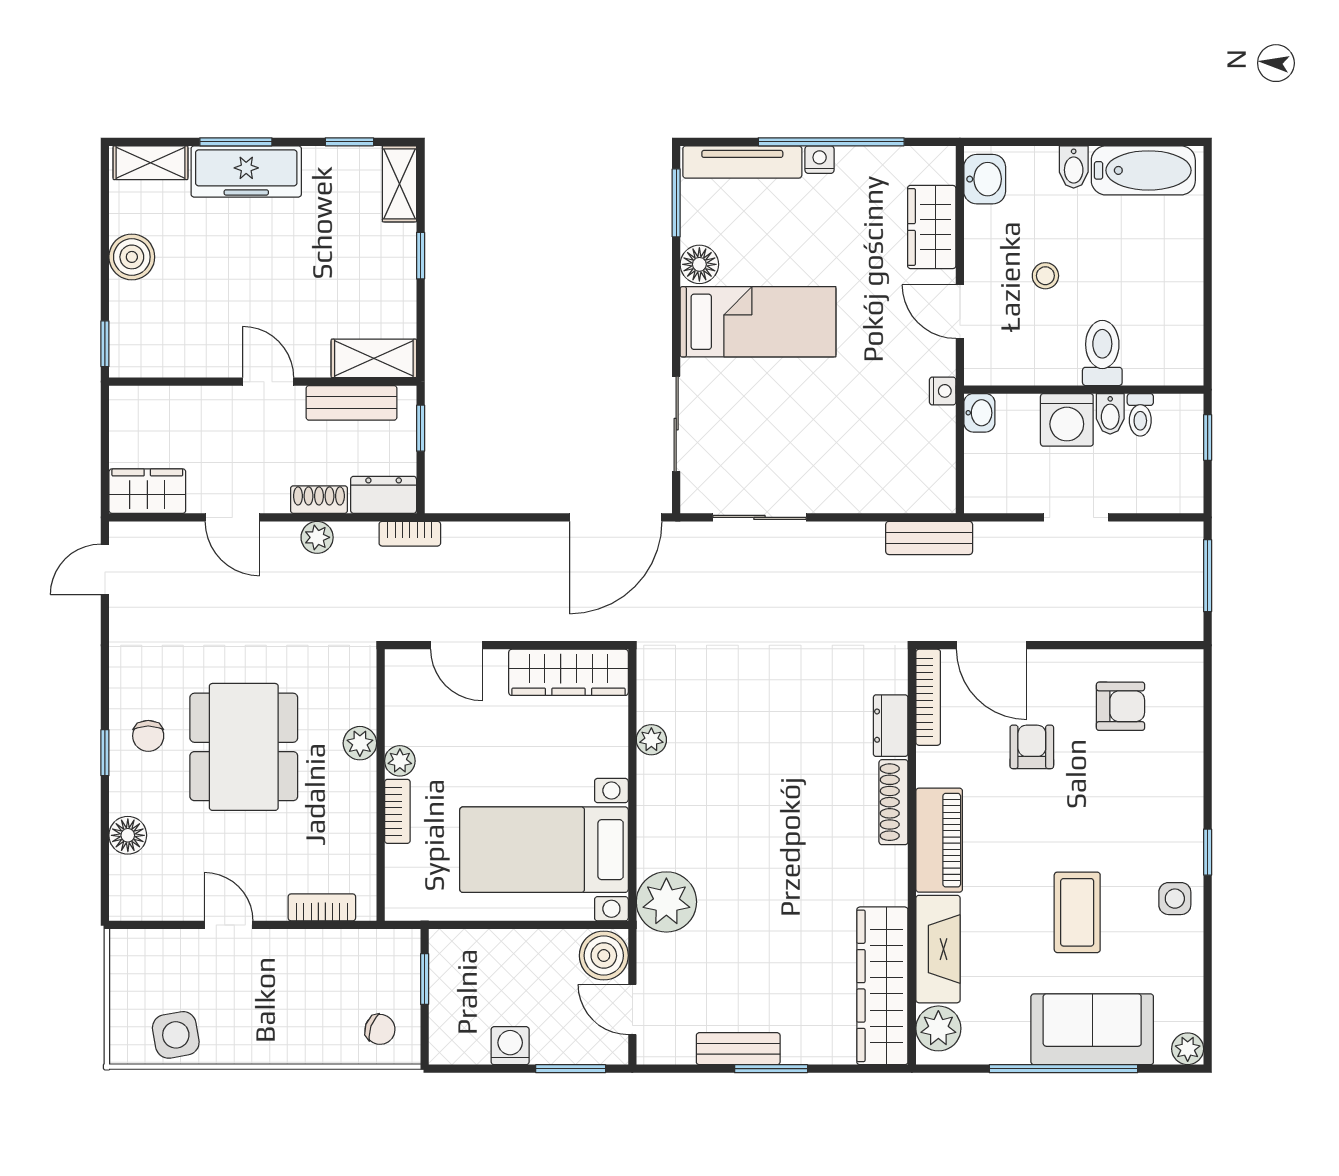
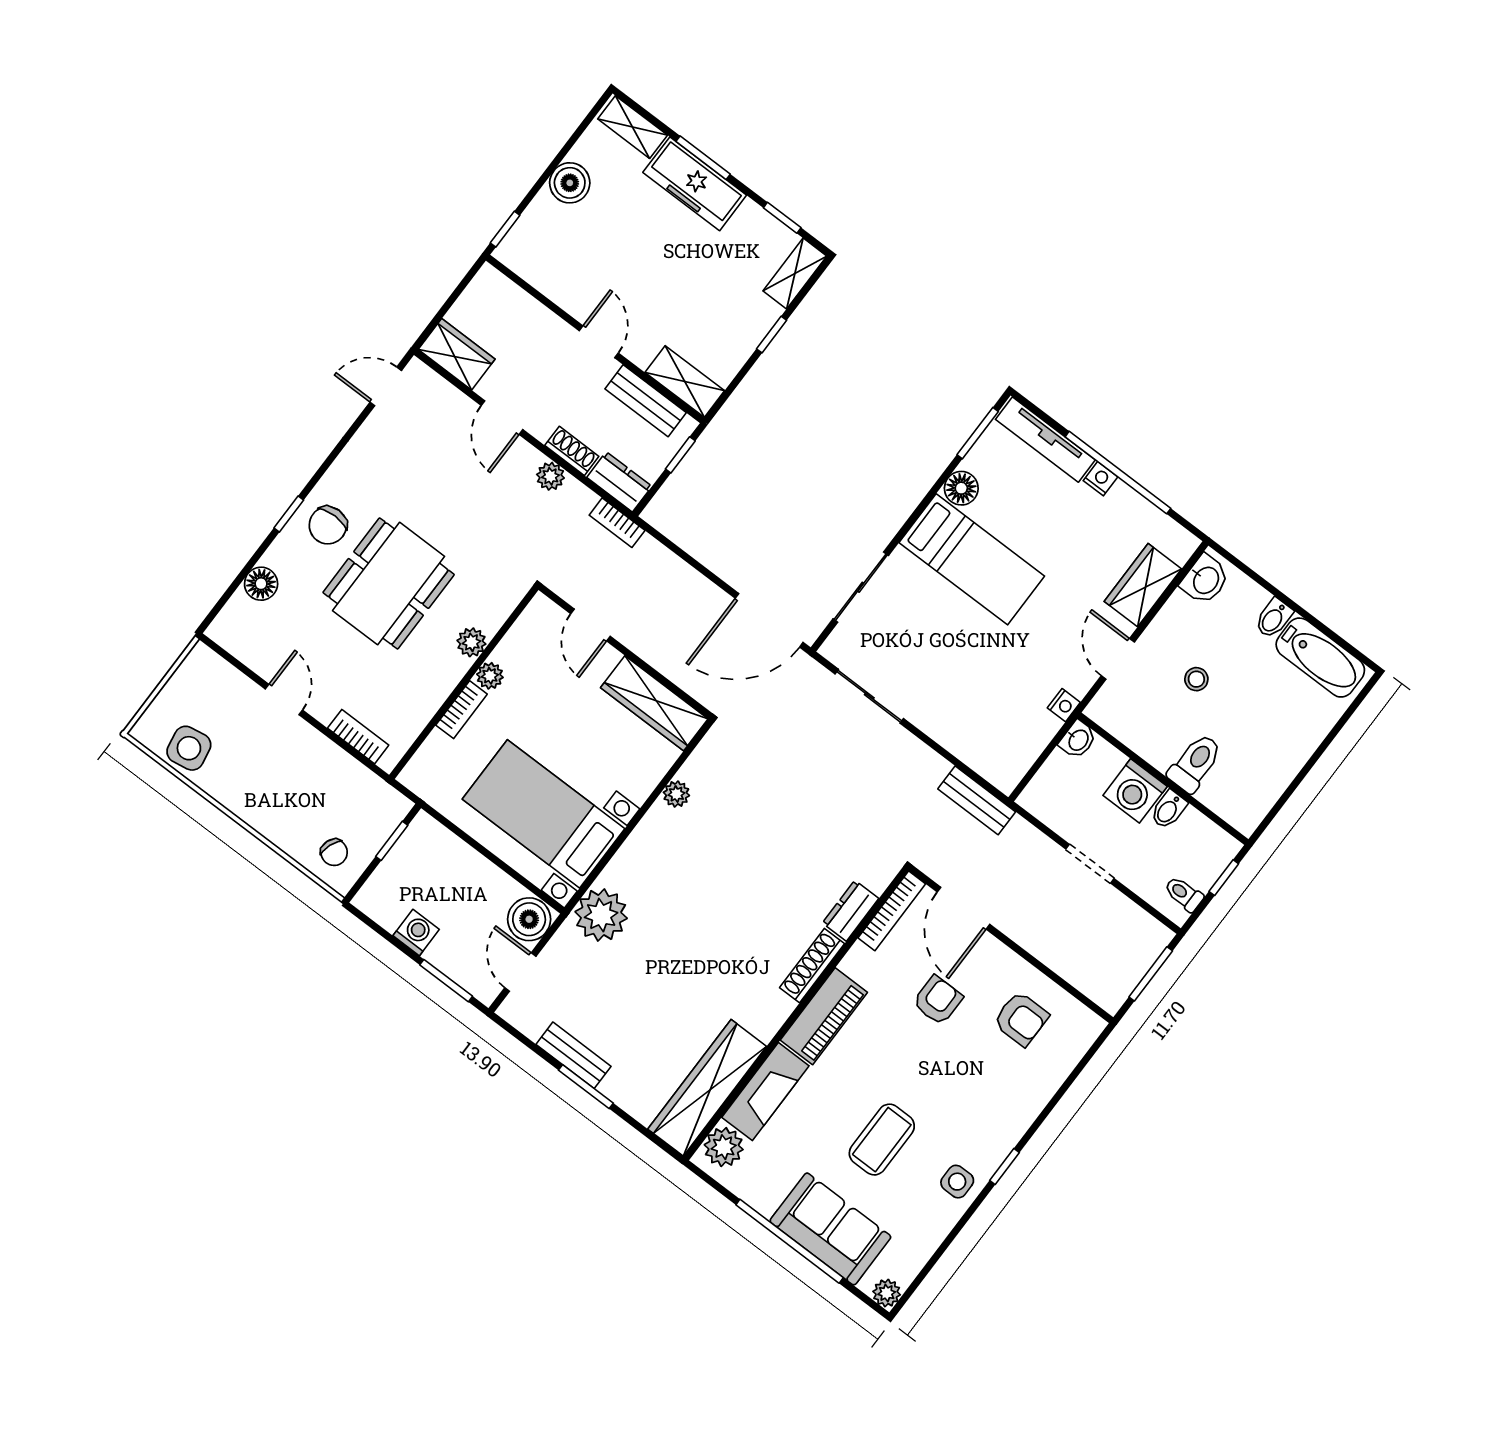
toilet: (1140, 415) -> (1184, 894), moved, turned 90
chair: (148, 736) -> (328, 525), width x1.37, depth x1.37

